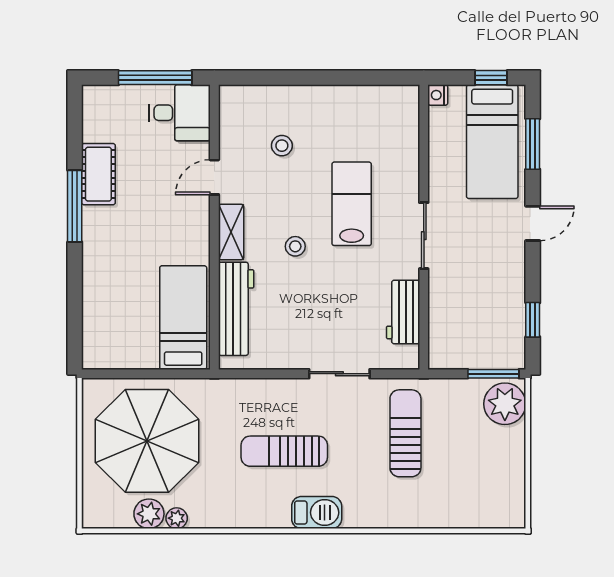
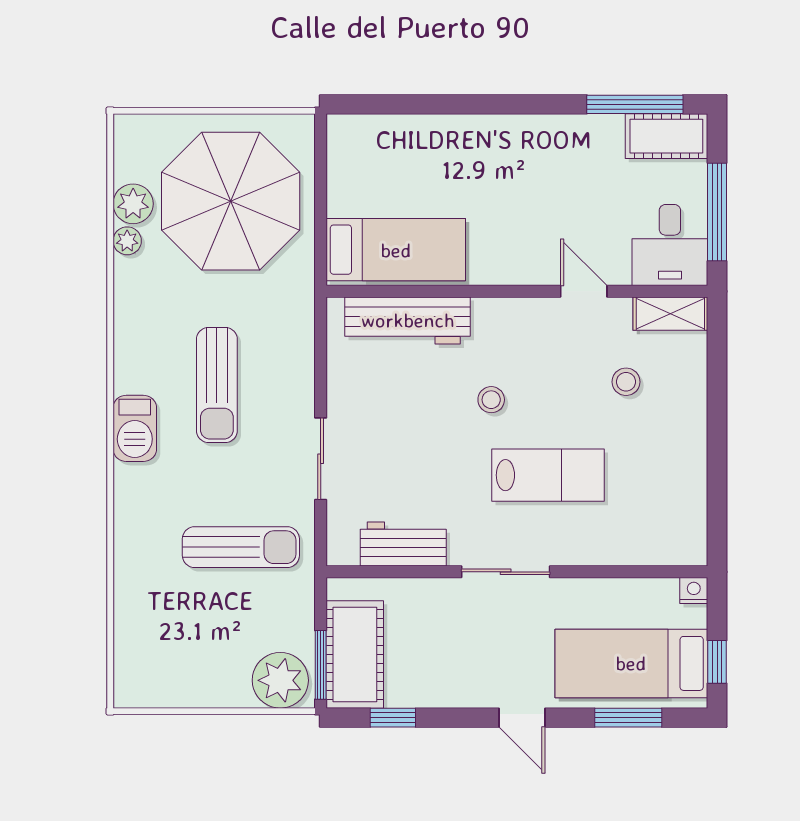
cot: (98, 174) -> (666, 136), moved
window: (75, 206) -> (635, 104), moved
shelving: (231, 232) -> (670, 314), moved
cot: (486, 348) -> (355, 654), added
sun lounger: (284, 451) -> (217, 385), turned 180

